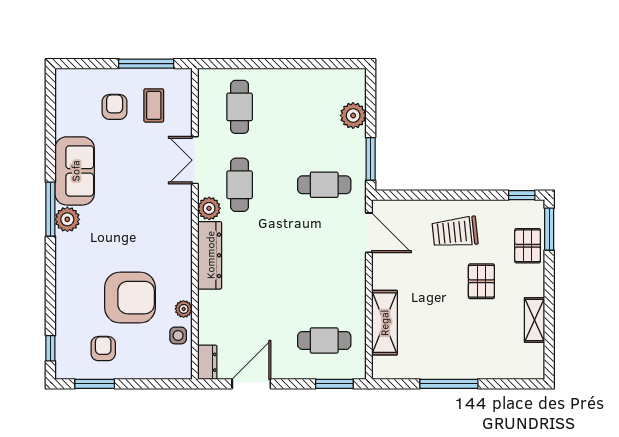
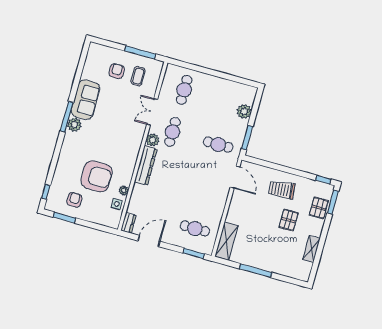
shelving: (384, 323) -> (226, 241), moved

